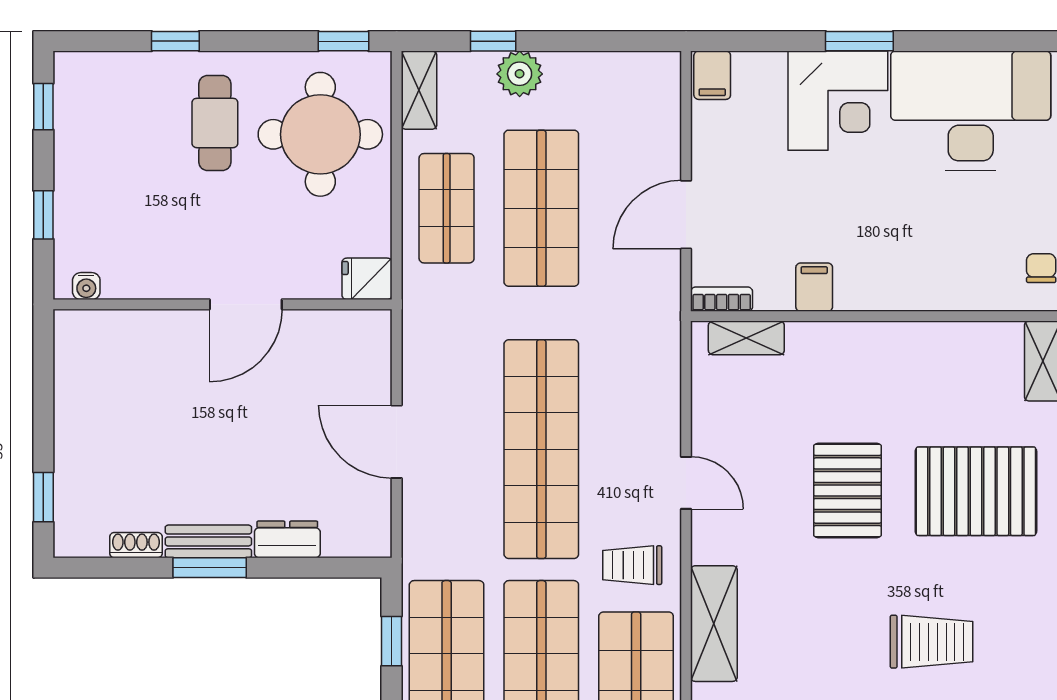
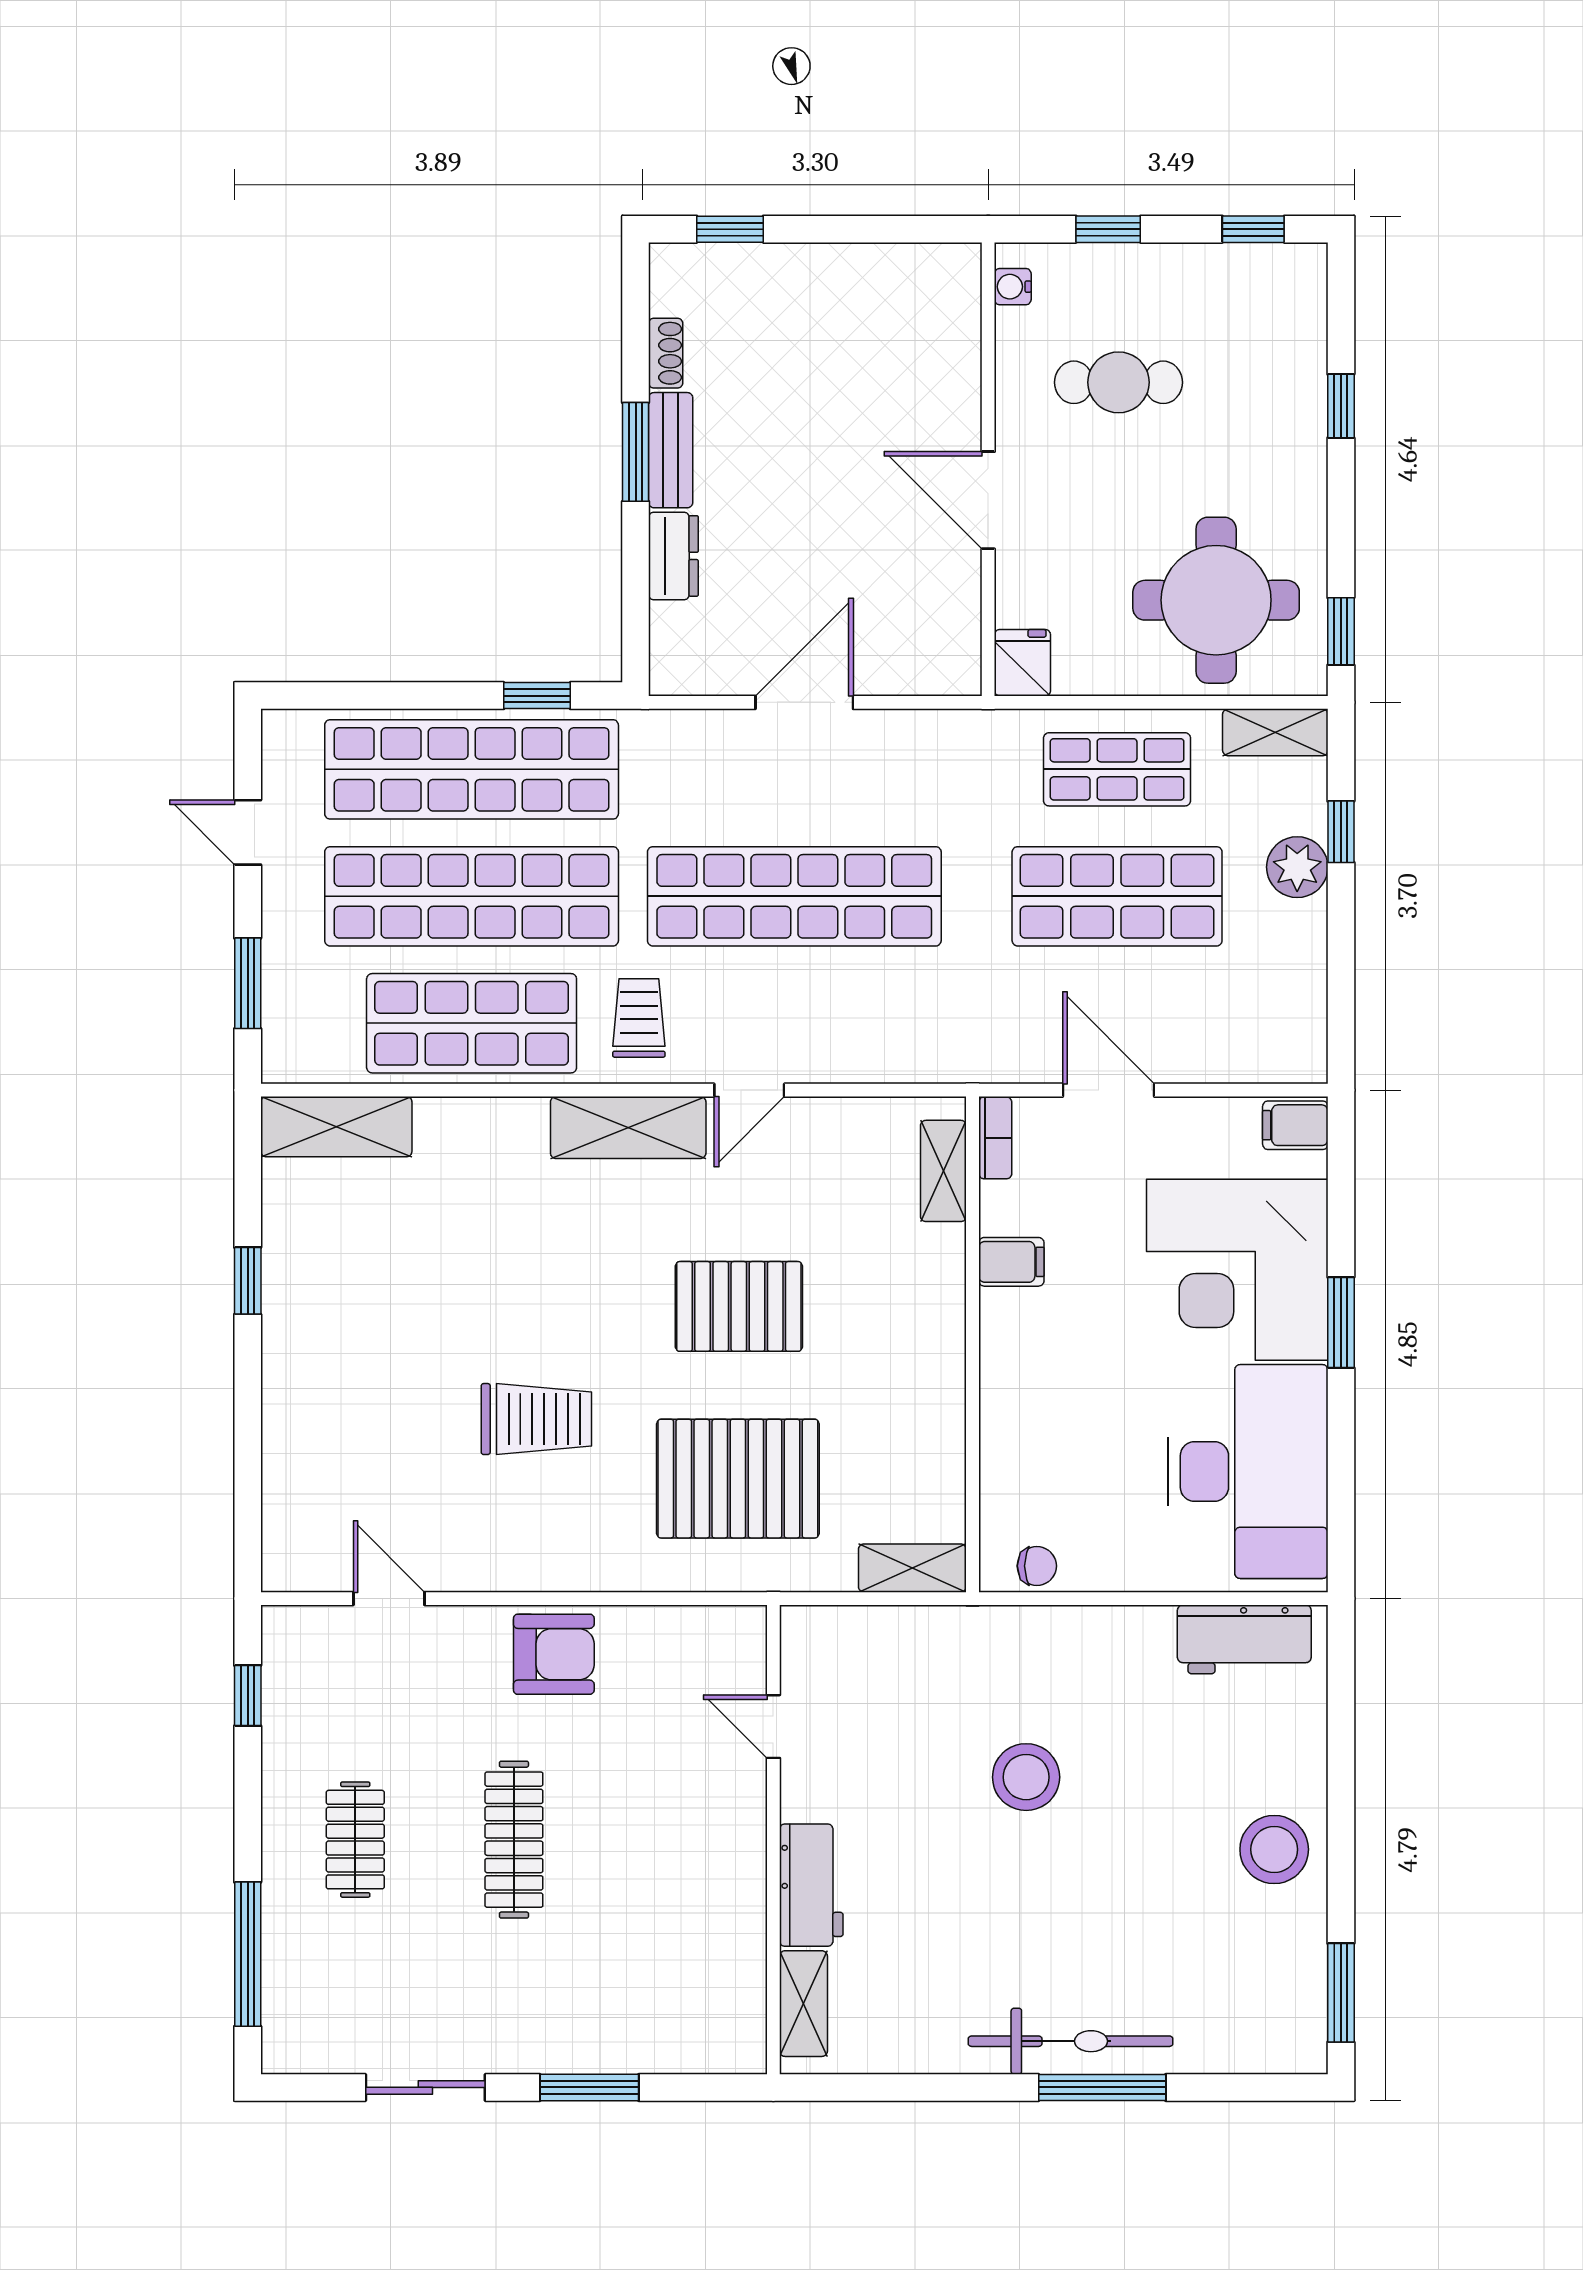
corner desk: (838, 101) -> (1237, 1270), width x1.36, depth x1.36
cafe table: (215, 123) -> (1119, 382), moved
pallet: (976, 491) -> (738, 1479), turned 90
shelving: (714, 624) -> (628, 1128), moved
trolley: (931, 642) -> (536, 1419), turned -90

